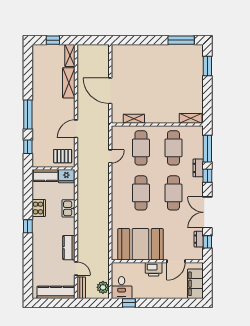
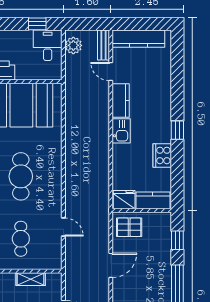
cafe table: (141, 148) -> (21, 239), width x0.73, depth x0.74
door: (110, 156) -> (63, 227), swing flipped
kitchen sink: (69, 208) -> (121, 131), moved

